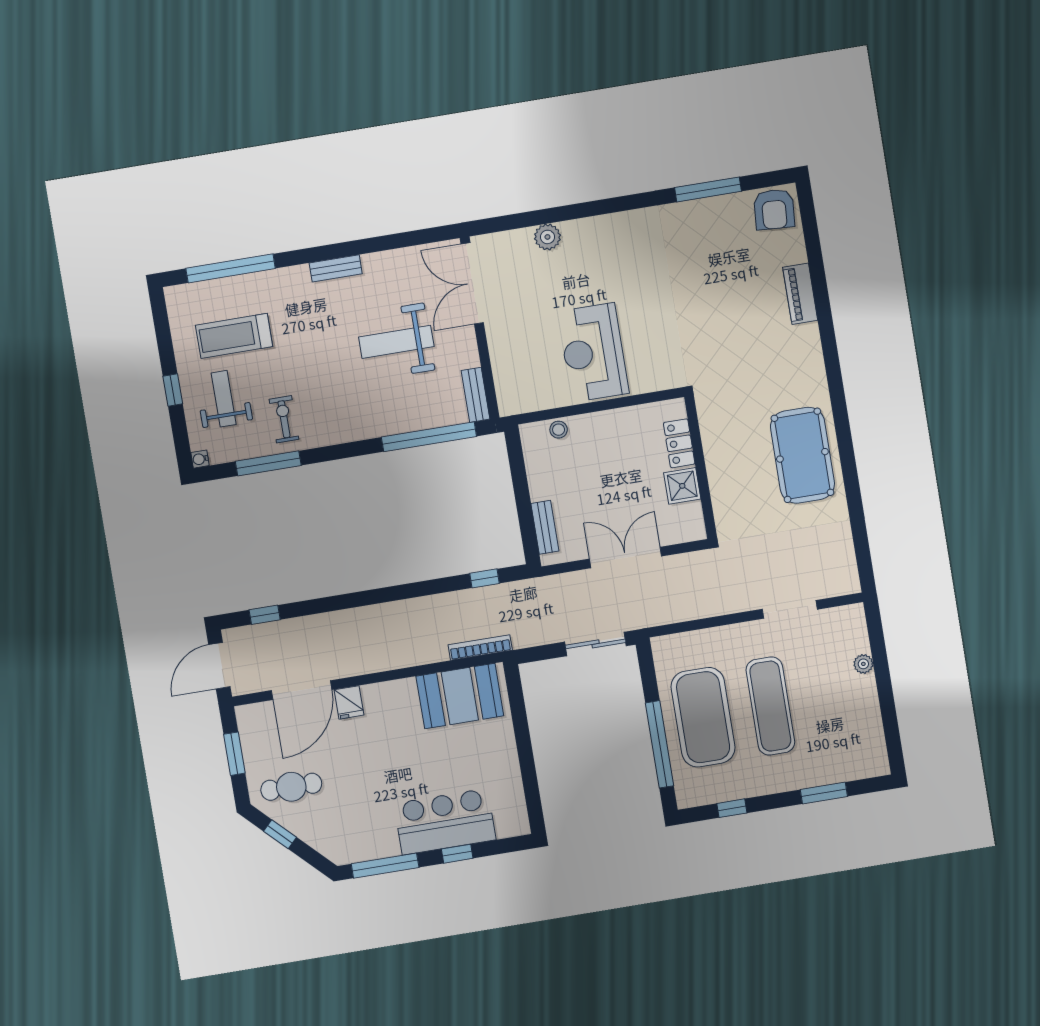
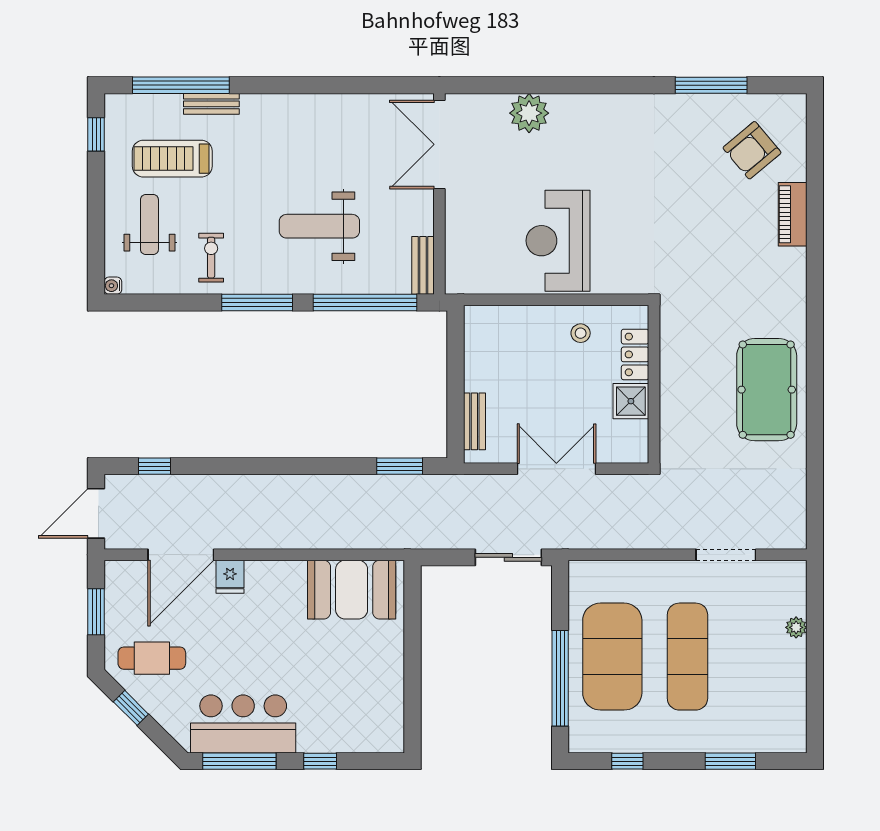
armchair: (774, 209) -> (752, 150), moved, turned 46
plant: (547, 237) -> (529, 113), width x1.36, depth x1.36
bench: (336, 268) -> (211, 104), moved
weight bench: (396, 342) -> (319, 226), moved
window: (173, 390) -> (96, 134), moved
stool: (559, 430) -> (581, 333), moved
window: (268, 463) -> (257, 303), moved
window: (484, 578) -> (400, 466), width x1.50
bookcase: (480, 648) -> (382, 540), removed
bar counter: (445, 822) -> (243, 724), moved

